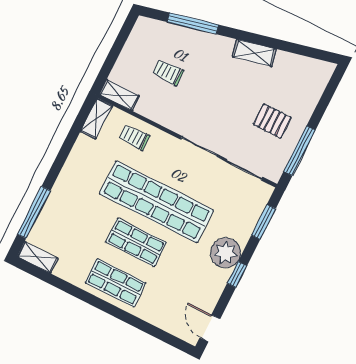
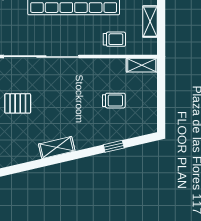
window: (193, 23) -> (114, 146), width x0.46
shelving: (96, 118) -> (150, 22), moved

